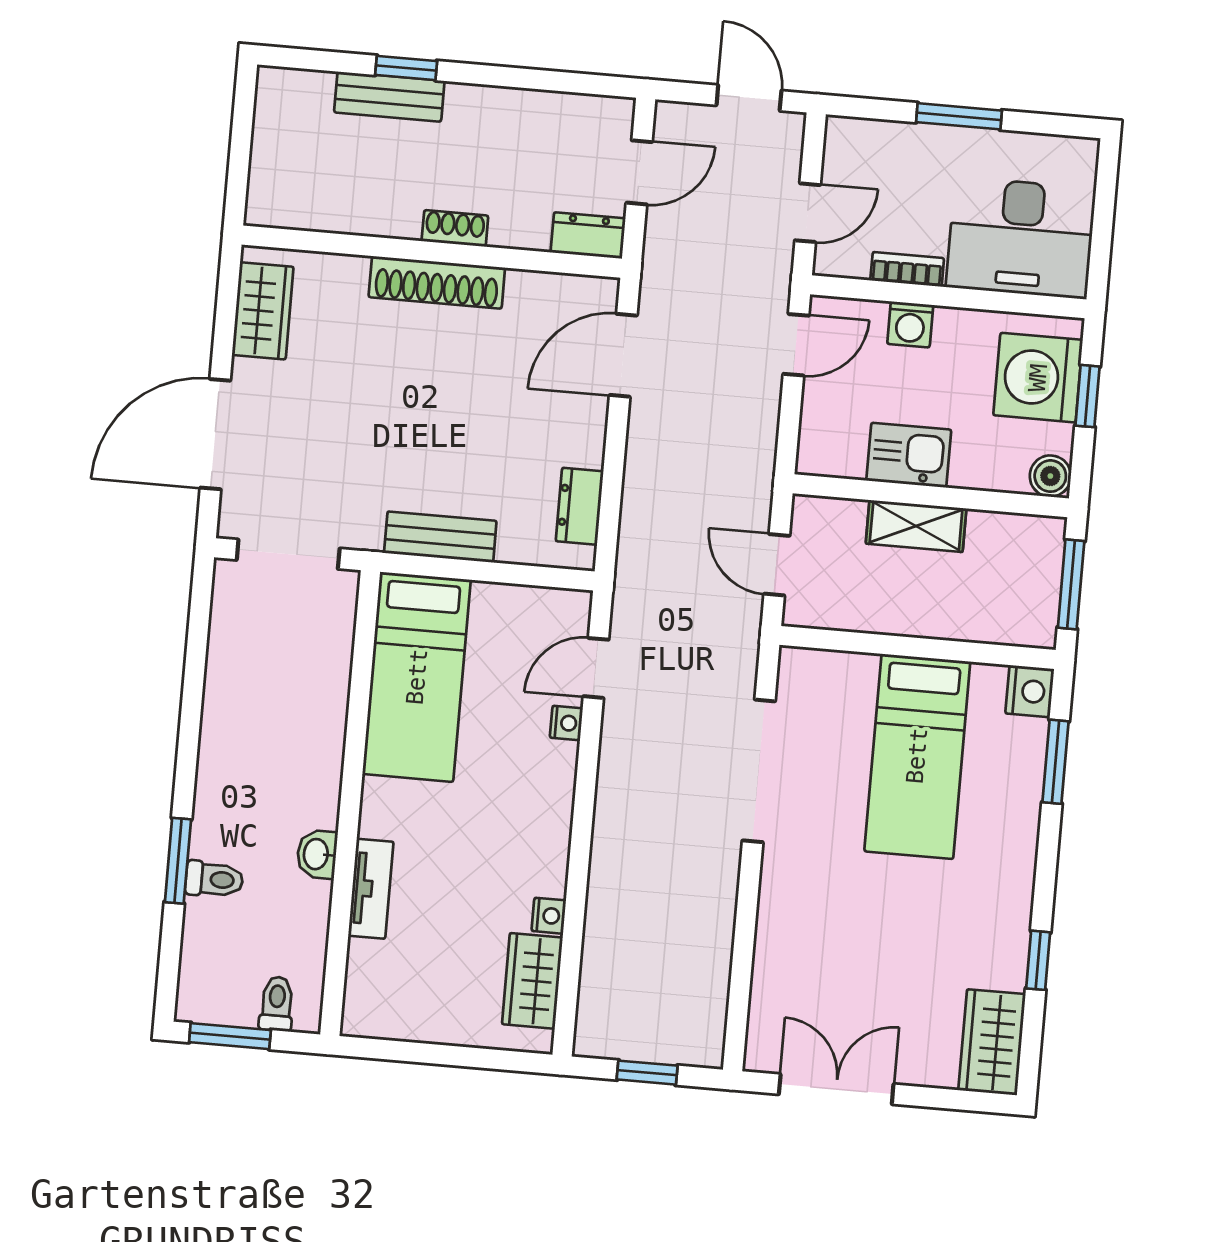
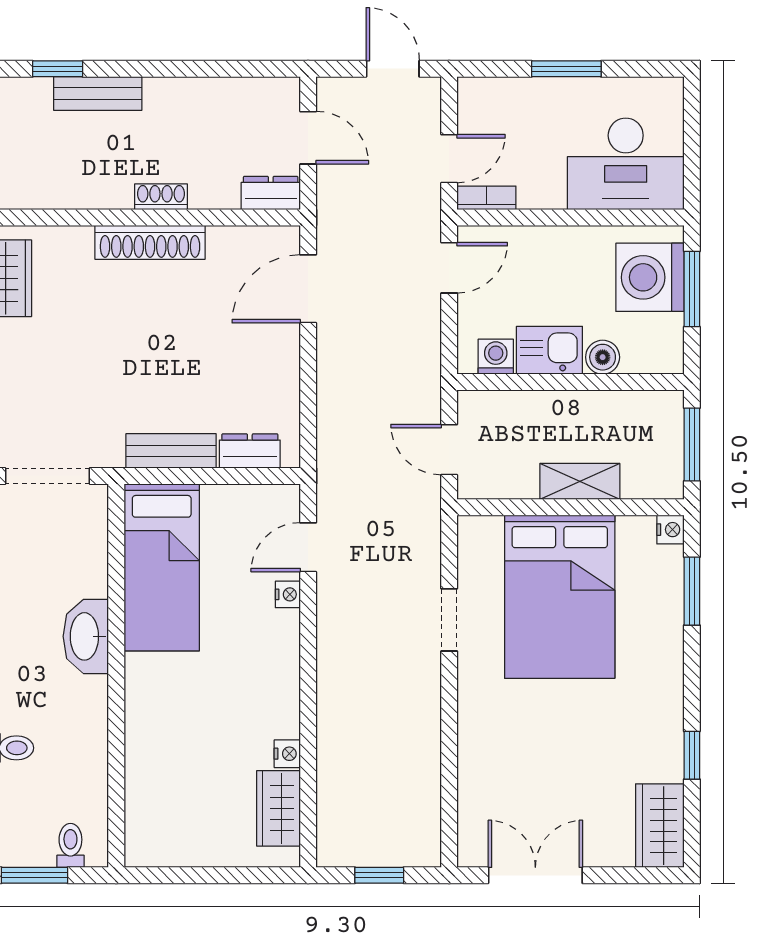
window: (406, 68) -> (58, 69), moved
door: (639, 172) -> (308, 138), hinge flipped
bookcase: (907, 269) -> (486, 198), moved
washing machine: (910, 324) -> (496, 357), moved, turned 180
window: (1088, 396) -> (692, 289), width x1.50
boiler: (1050, 476) -> (603, 357), moved
dresser: (580, 506) -> (250, 451), moved, turned 90
shelving: (916, 526) -> (580, 481), moved
nightstand: (1030, 691) -> (670, 530), width x0.72, depth x0.74
bed: (917, 756) -> (560, 597), width x1.50
doorway: (759, 771) -> (449, 620), width x0.53
washbasin: (317, 854) -> (86, 636), moved, width x1.91, depth x1.45
tv unit: (371, 889) -> (139, 744), removed

